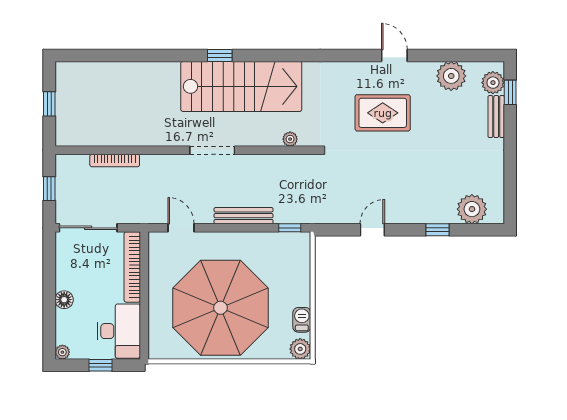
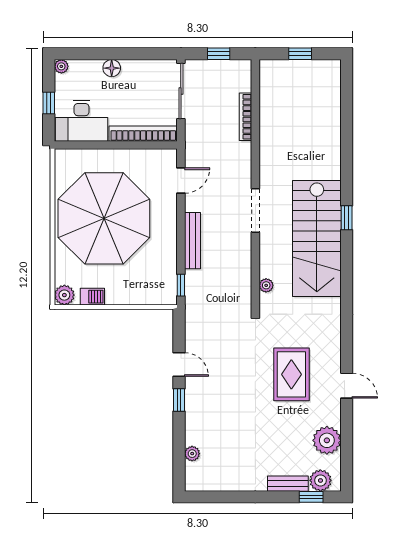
door: (394, 55) -> (347, 386), hinge flipped
plant: (472, 209) -> (192, 454), width x0.53, depth x0.53
window: (437, 230) -> (179, 400), moved

